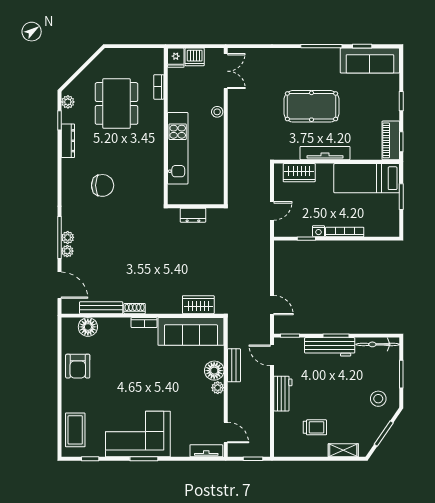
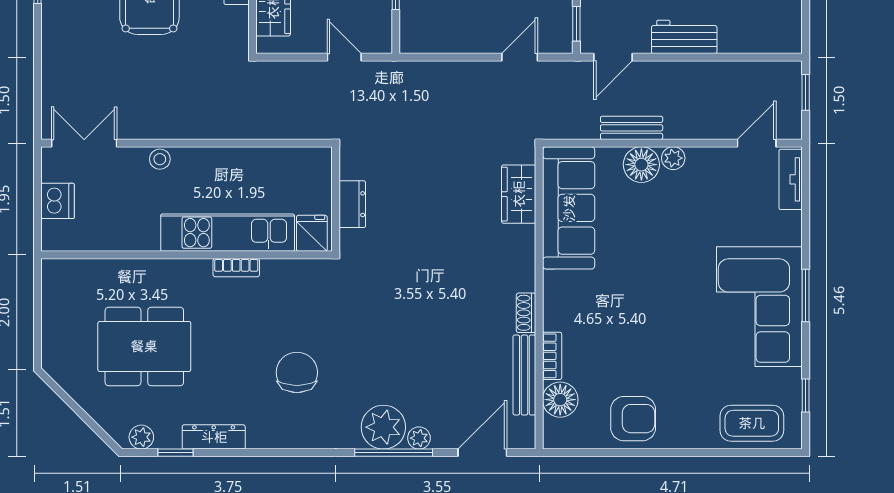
fridge: (176, 58) -> (312, 233), moved, turned -90
bookcase: (159, 87) -> (236, 268), moved
plant: (68, 237) -> (383, 427), width x1.88, depth x1.88
bookcase: (144, 323) -> (552, 356), moved

